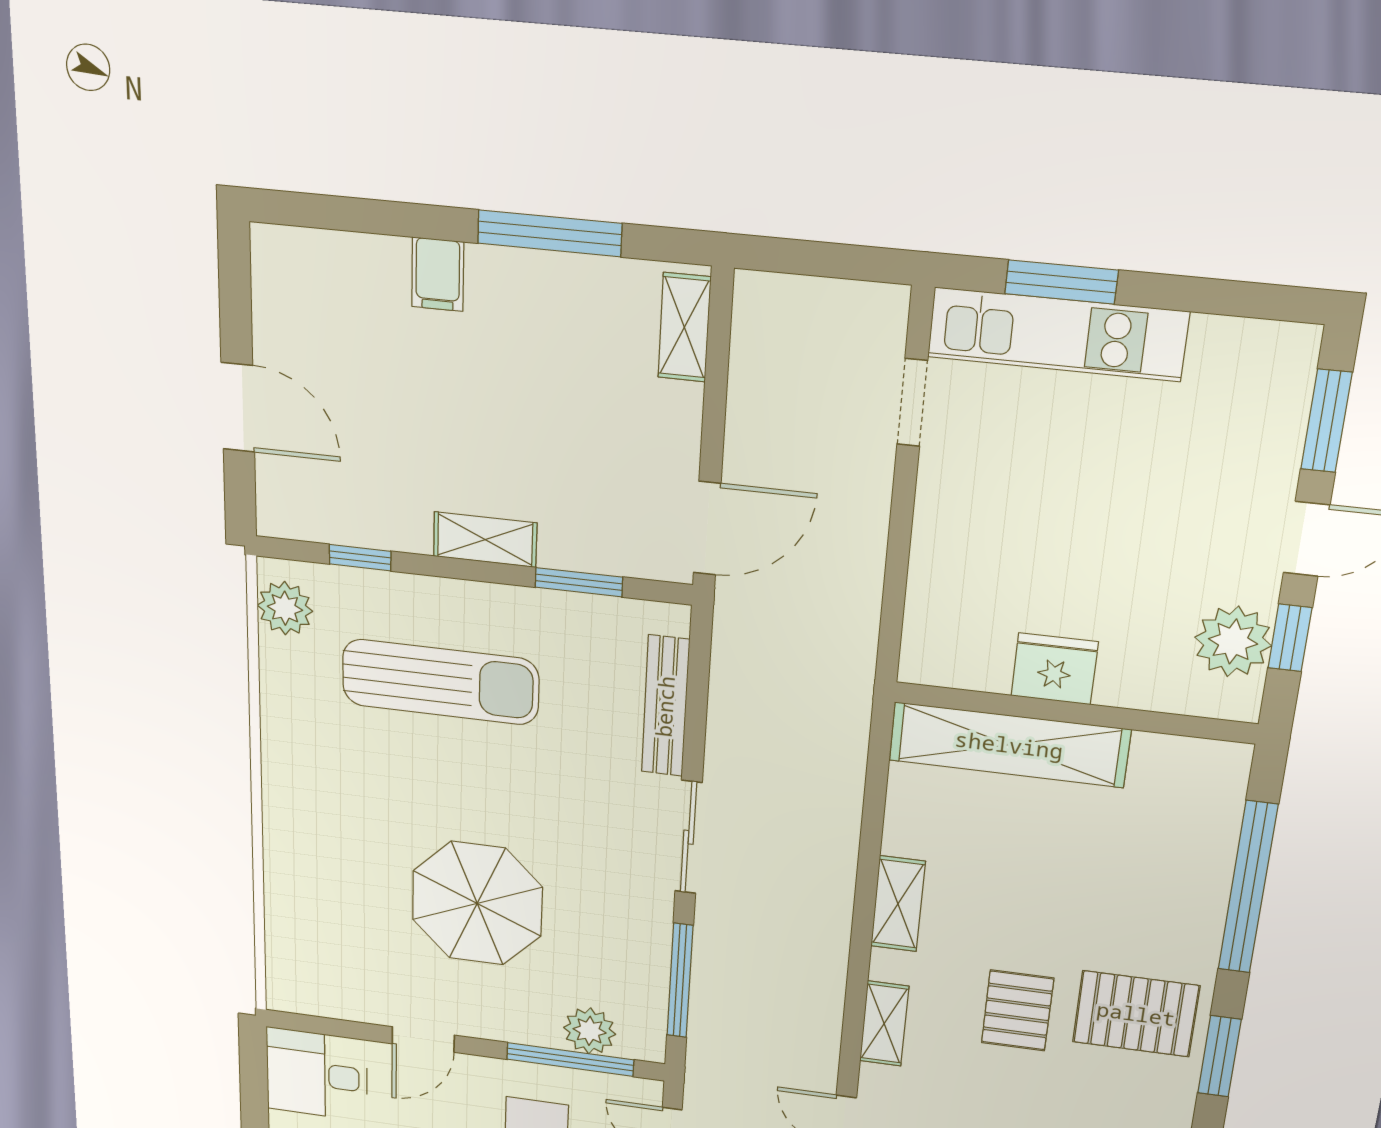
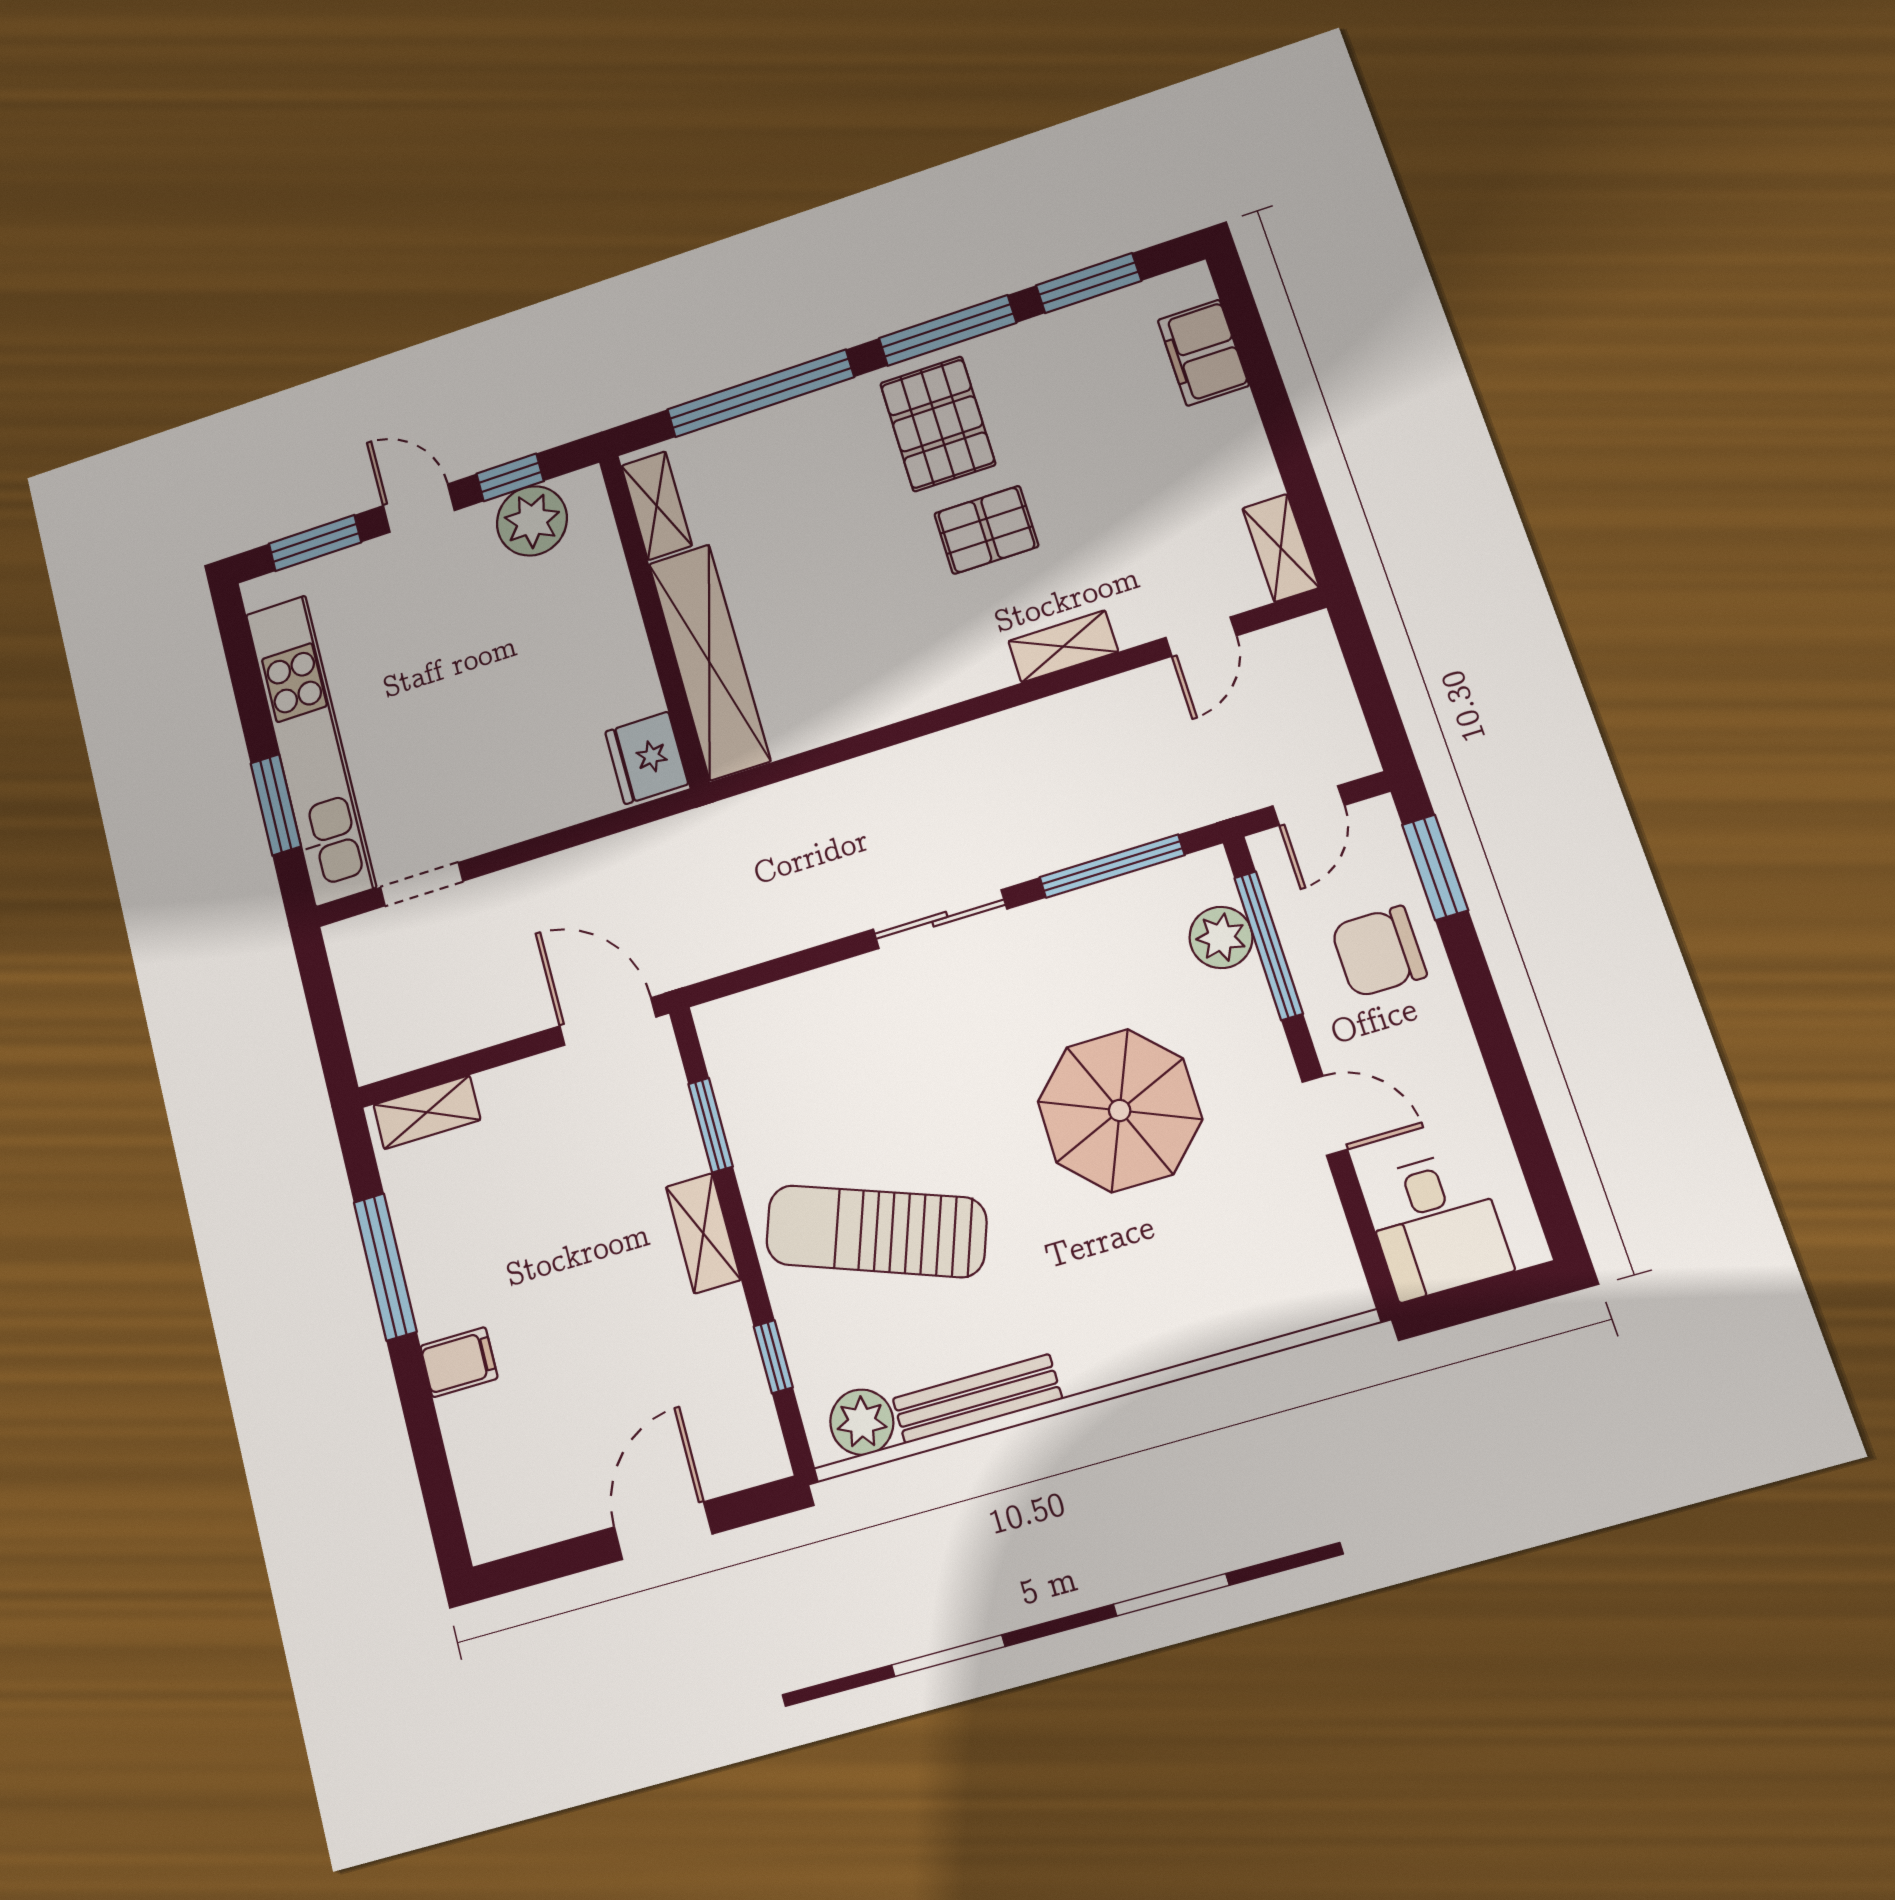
kitchen unit: (1057, 334) -> (310, 749), width x1.36
fridge: (1055, 669) -> (647, 758), moved
sun lounger: (440, 682) -> (876, 1231), turned -70
bench: (665, 706) -> (977, 1399), moved
shelving: (898, 904) -> (657, 506), moved, turned 90
window: (1219, 1056) -> (947, 330), width x1.44

